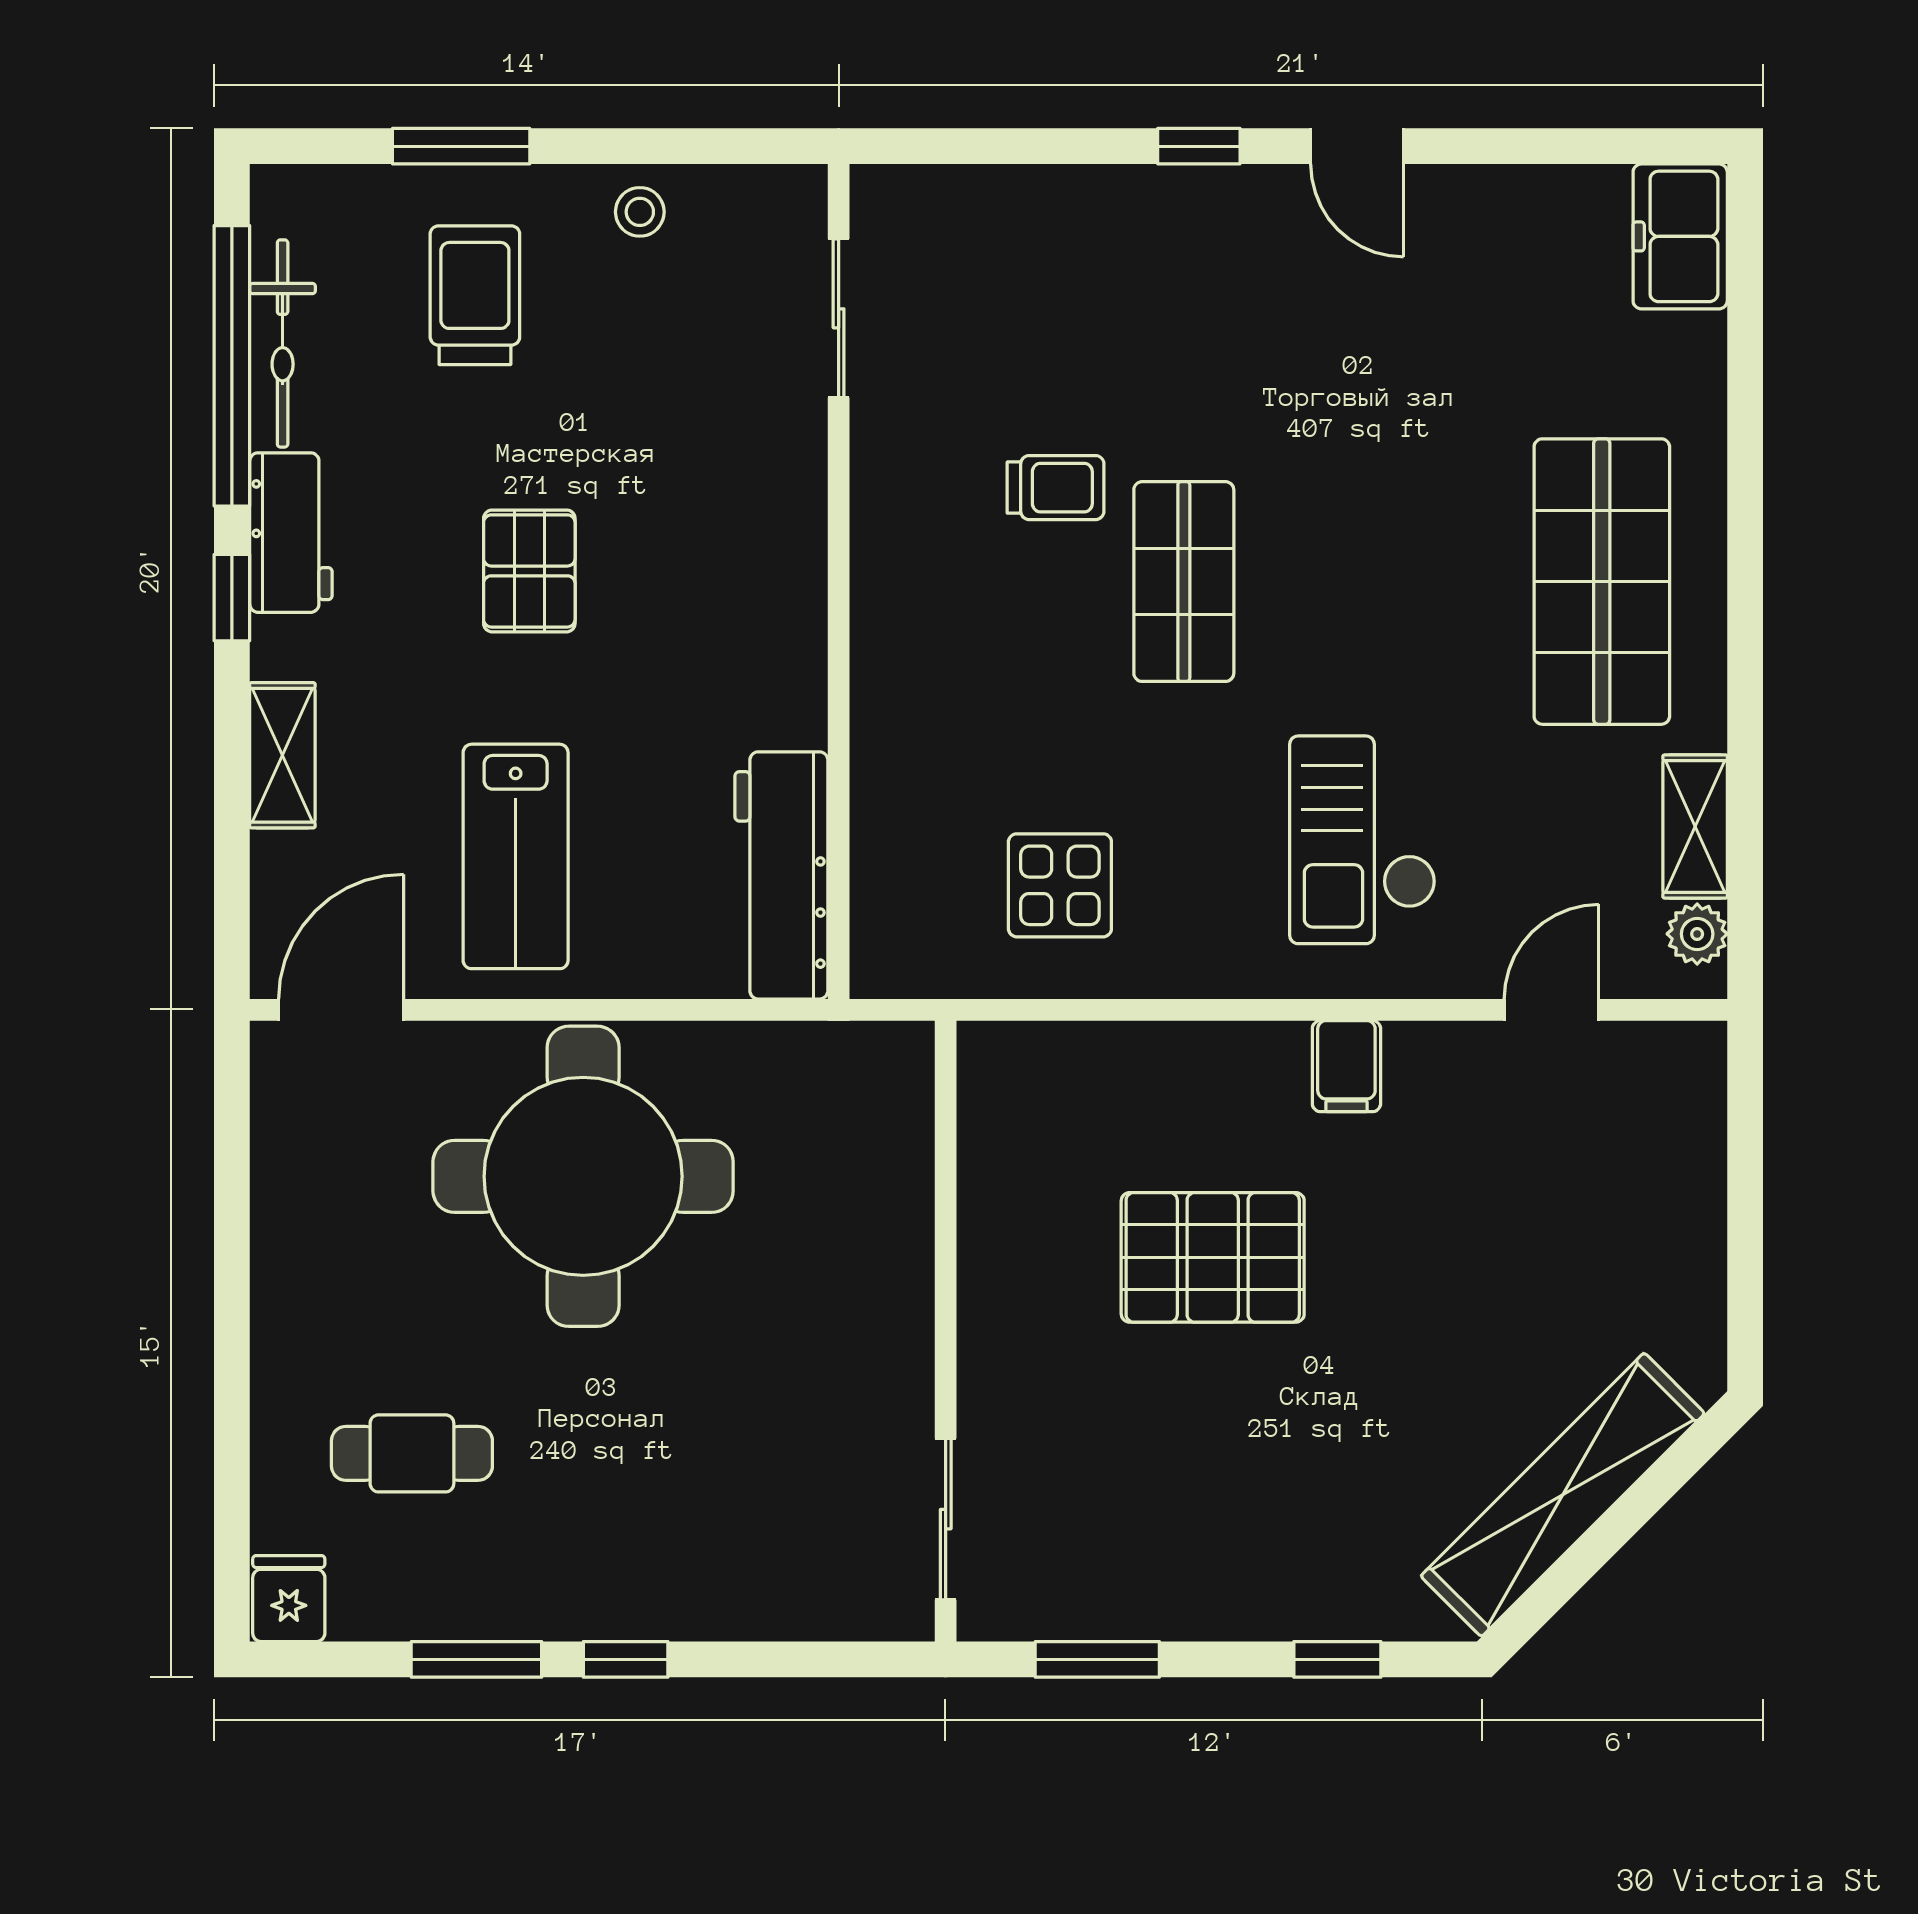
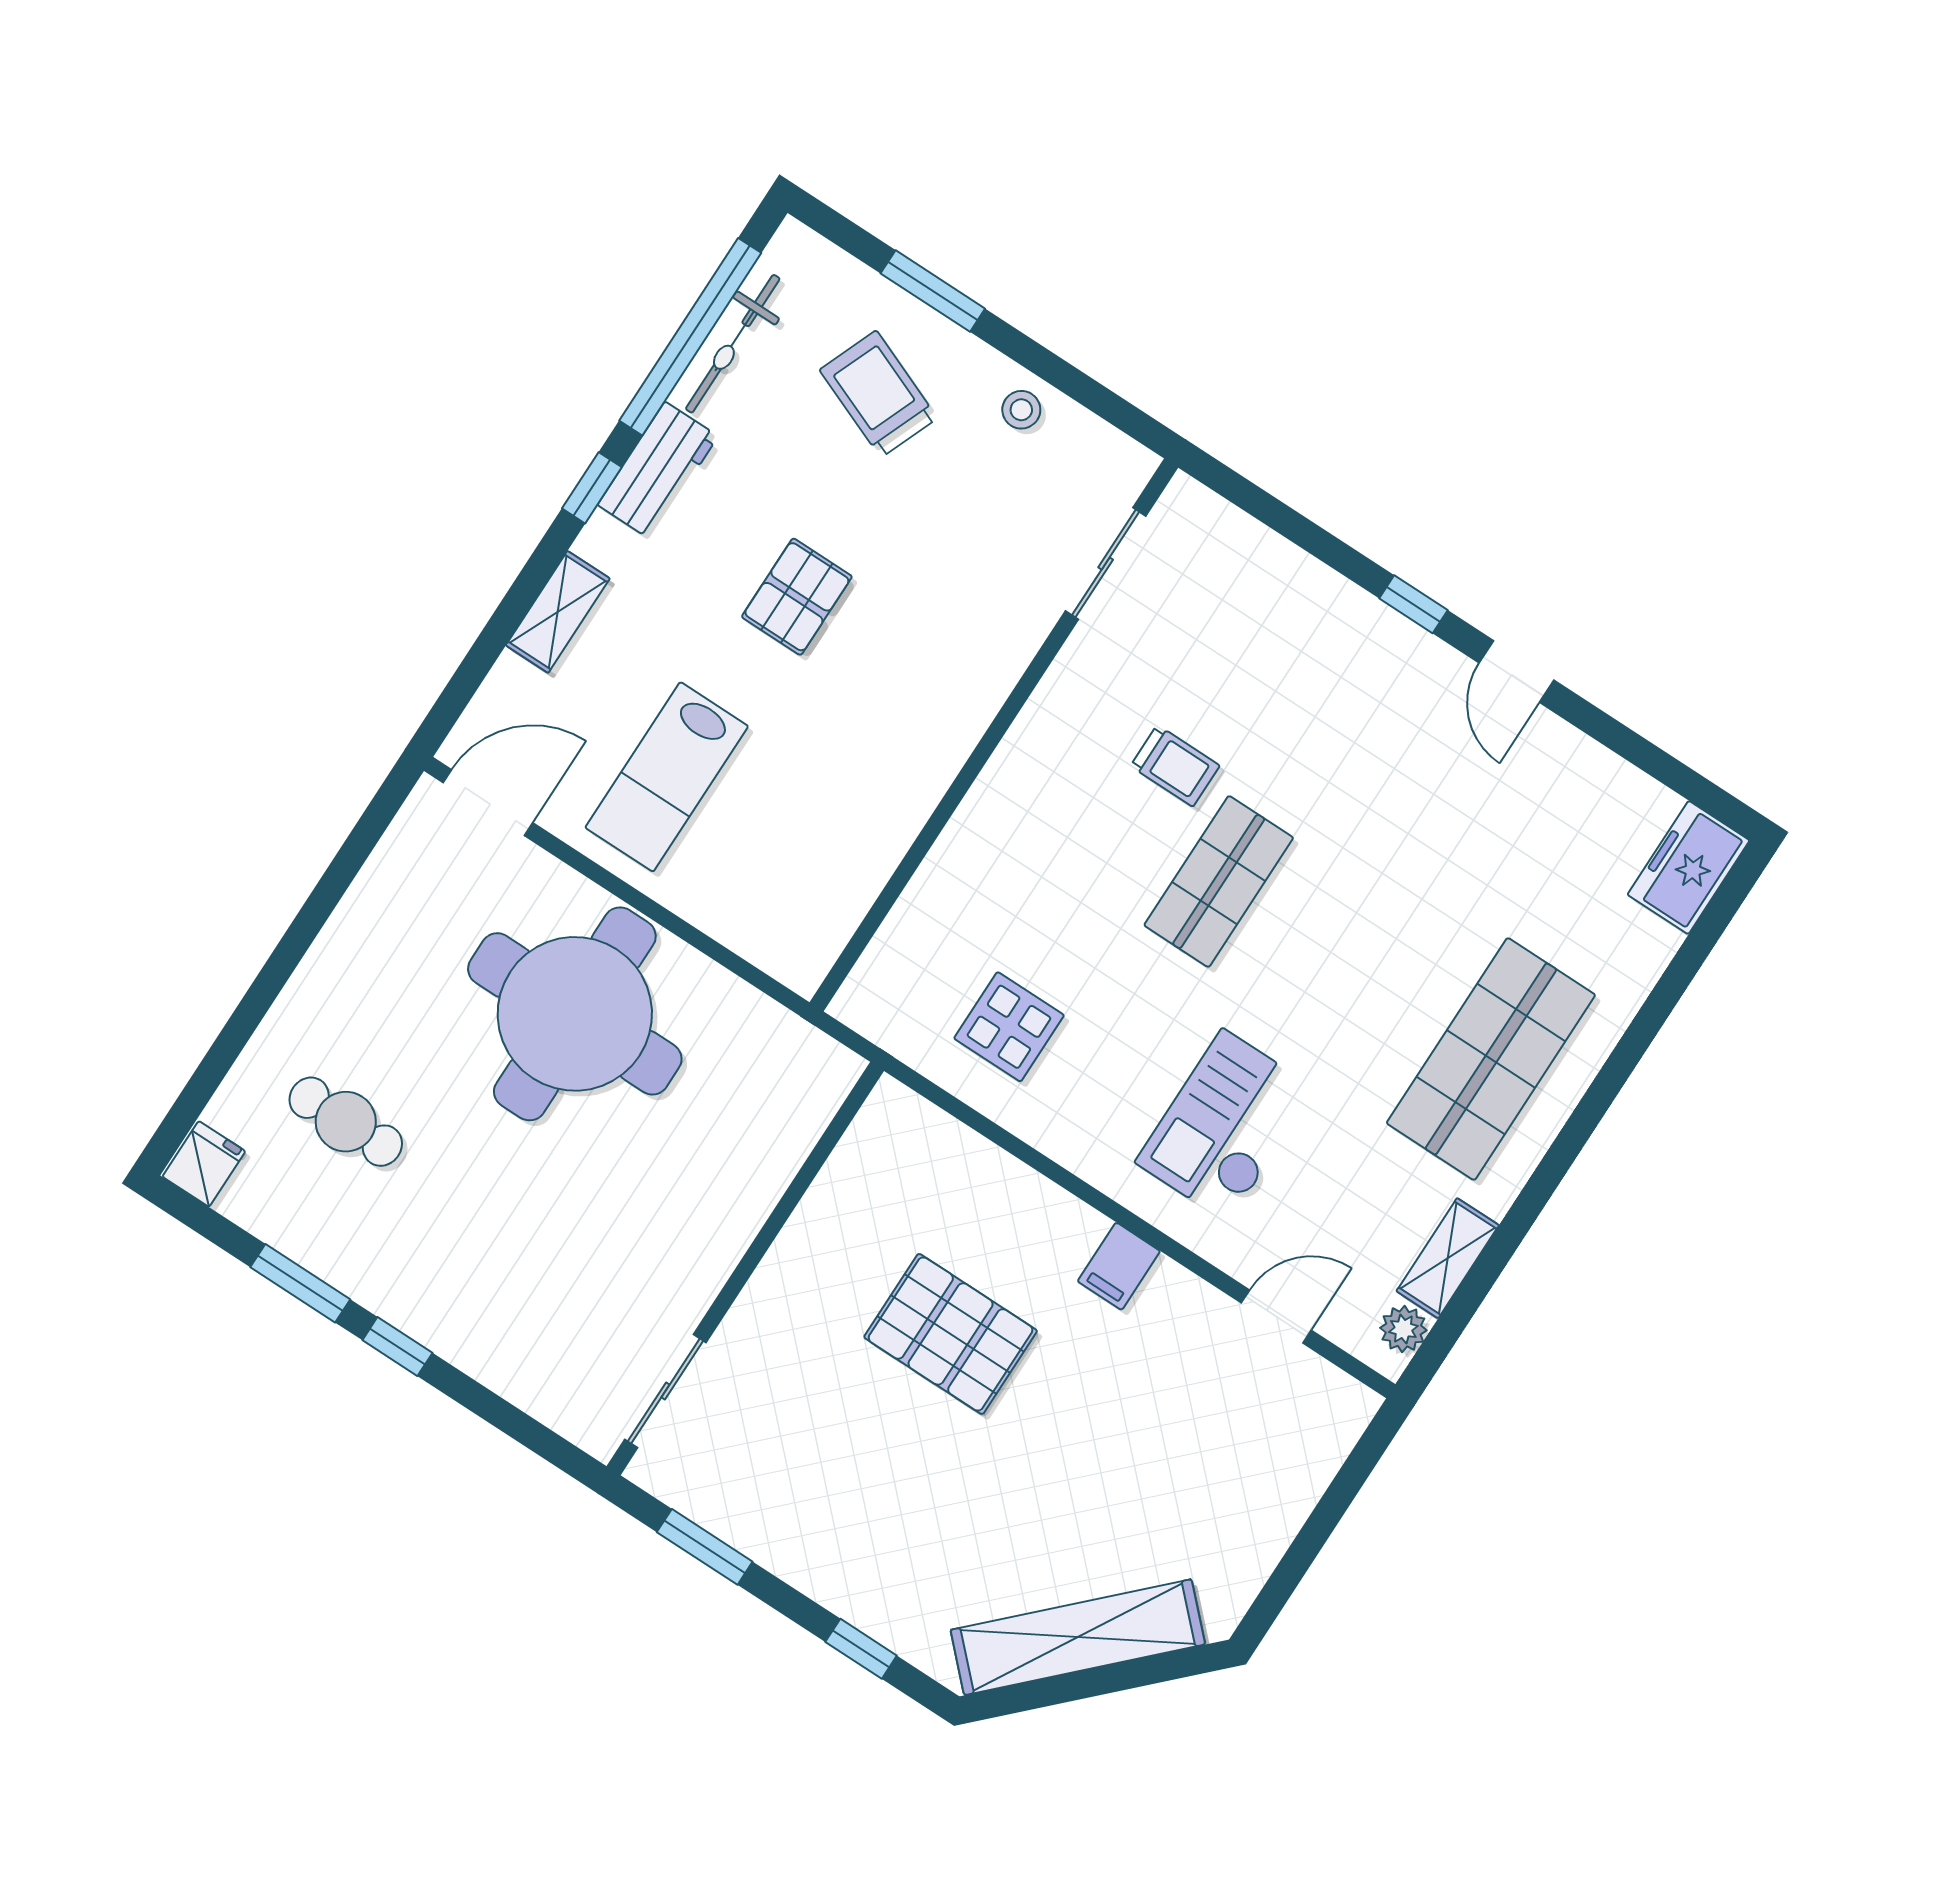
trolley: (475, 295) -> (879, 394), turned -68
workbench: (781, 875) -> (832, 902), removed

